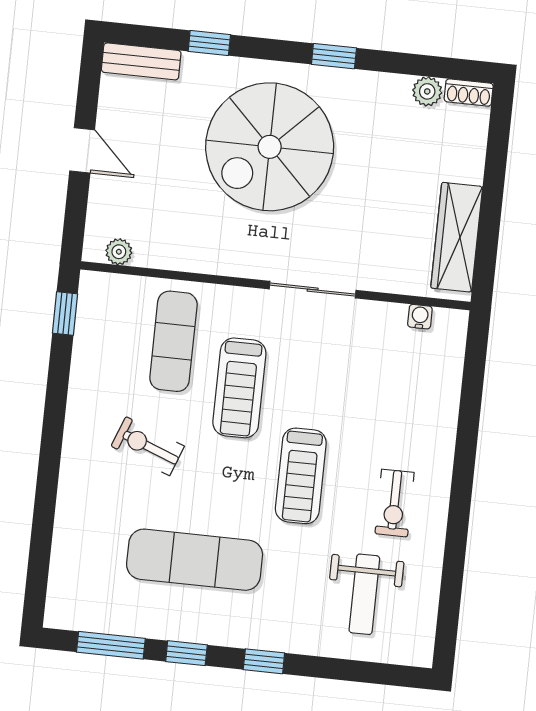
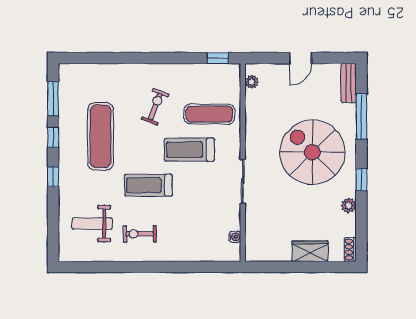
window: (209, 43) -> (361, 116), width x2.17
plant: (427, 91) -> (349, 205), moved
wardrobe: (457, 237) -> (310, 251), moved, width x0.67

